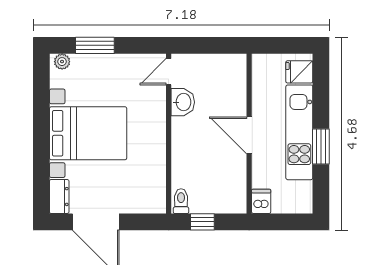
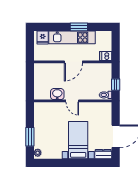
door: (169, 72) -> (72, 101), moved
bed with nightstands: (88, 133) -> (78, 140), width x0.73

